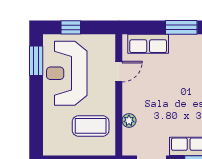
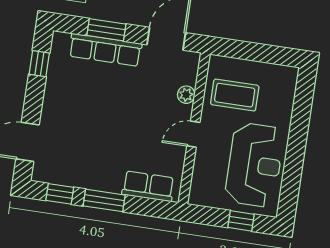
window: (36, 61) -> (290, 186), removed
door: (119, 72) -> (193, 134), moved

